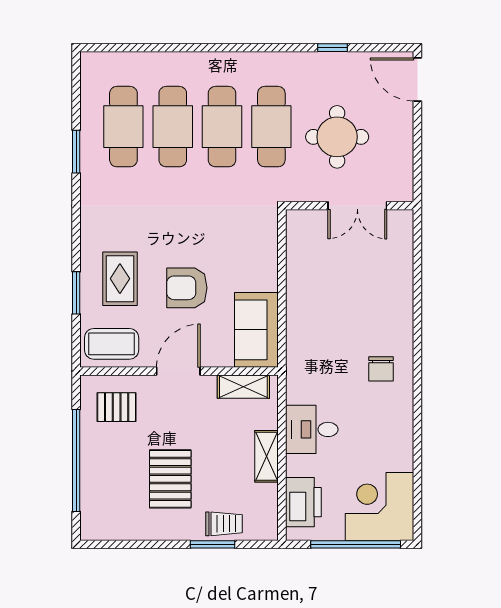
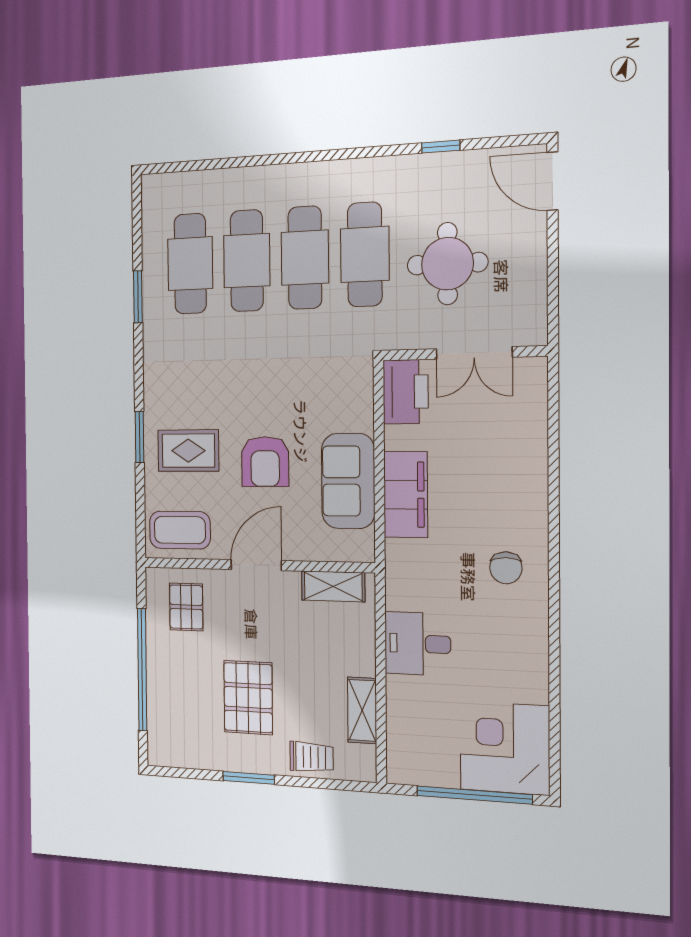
rug: (120, 279) -> (188, 451), turned 90
armchair: (187, 288) -> (265, 462), turned -90
window: (76, 293) -> (139, 437), moved
filing cabinet: (303, 314) -> (406, 495), added
sofa: (256, 330) -> (348, 481), moved
pallet: (117, 407) -> (186, 607), turned 90
shelving: (266, 456) -> (362, 710), moved
printer: (303, 502) -> (406, 392), moved
window: (212, 544) -> (249, 778), moved

